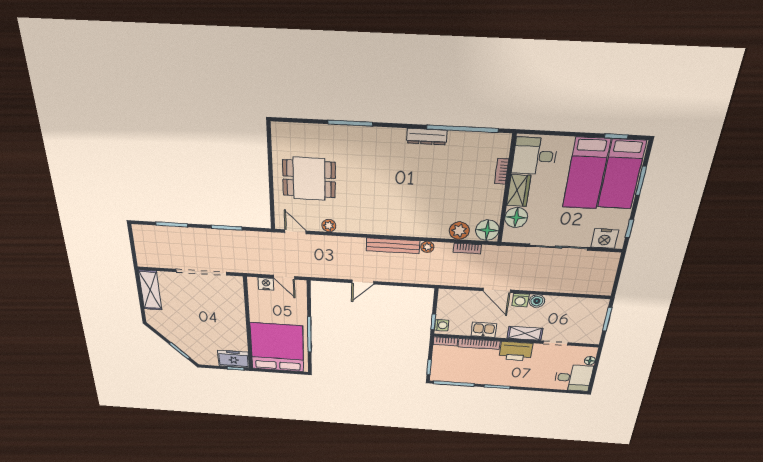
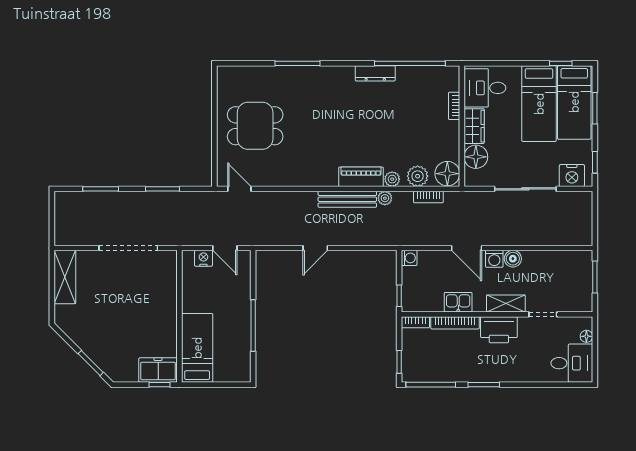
plant: (329, 226) -> (392, 179), moved
piano: (407, 228) -> (361, 177), added
washing machine: (442, 325) -> (409, 258), moved
bed: (277, 347) -> (197, 348), width x0.49

